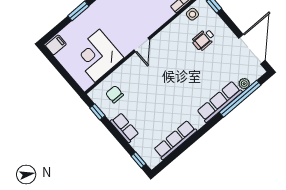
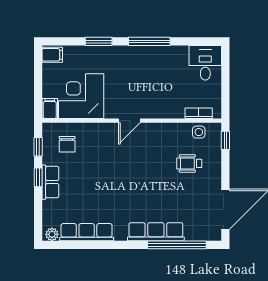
filing cabinet: (84, 81) -> (50, 109), added
plant: (244, 84) -> (52, 234), moved
chair: (115, 94) -> (67, 144), turned 180
window: (138, 160) -> (38, 177), moved

